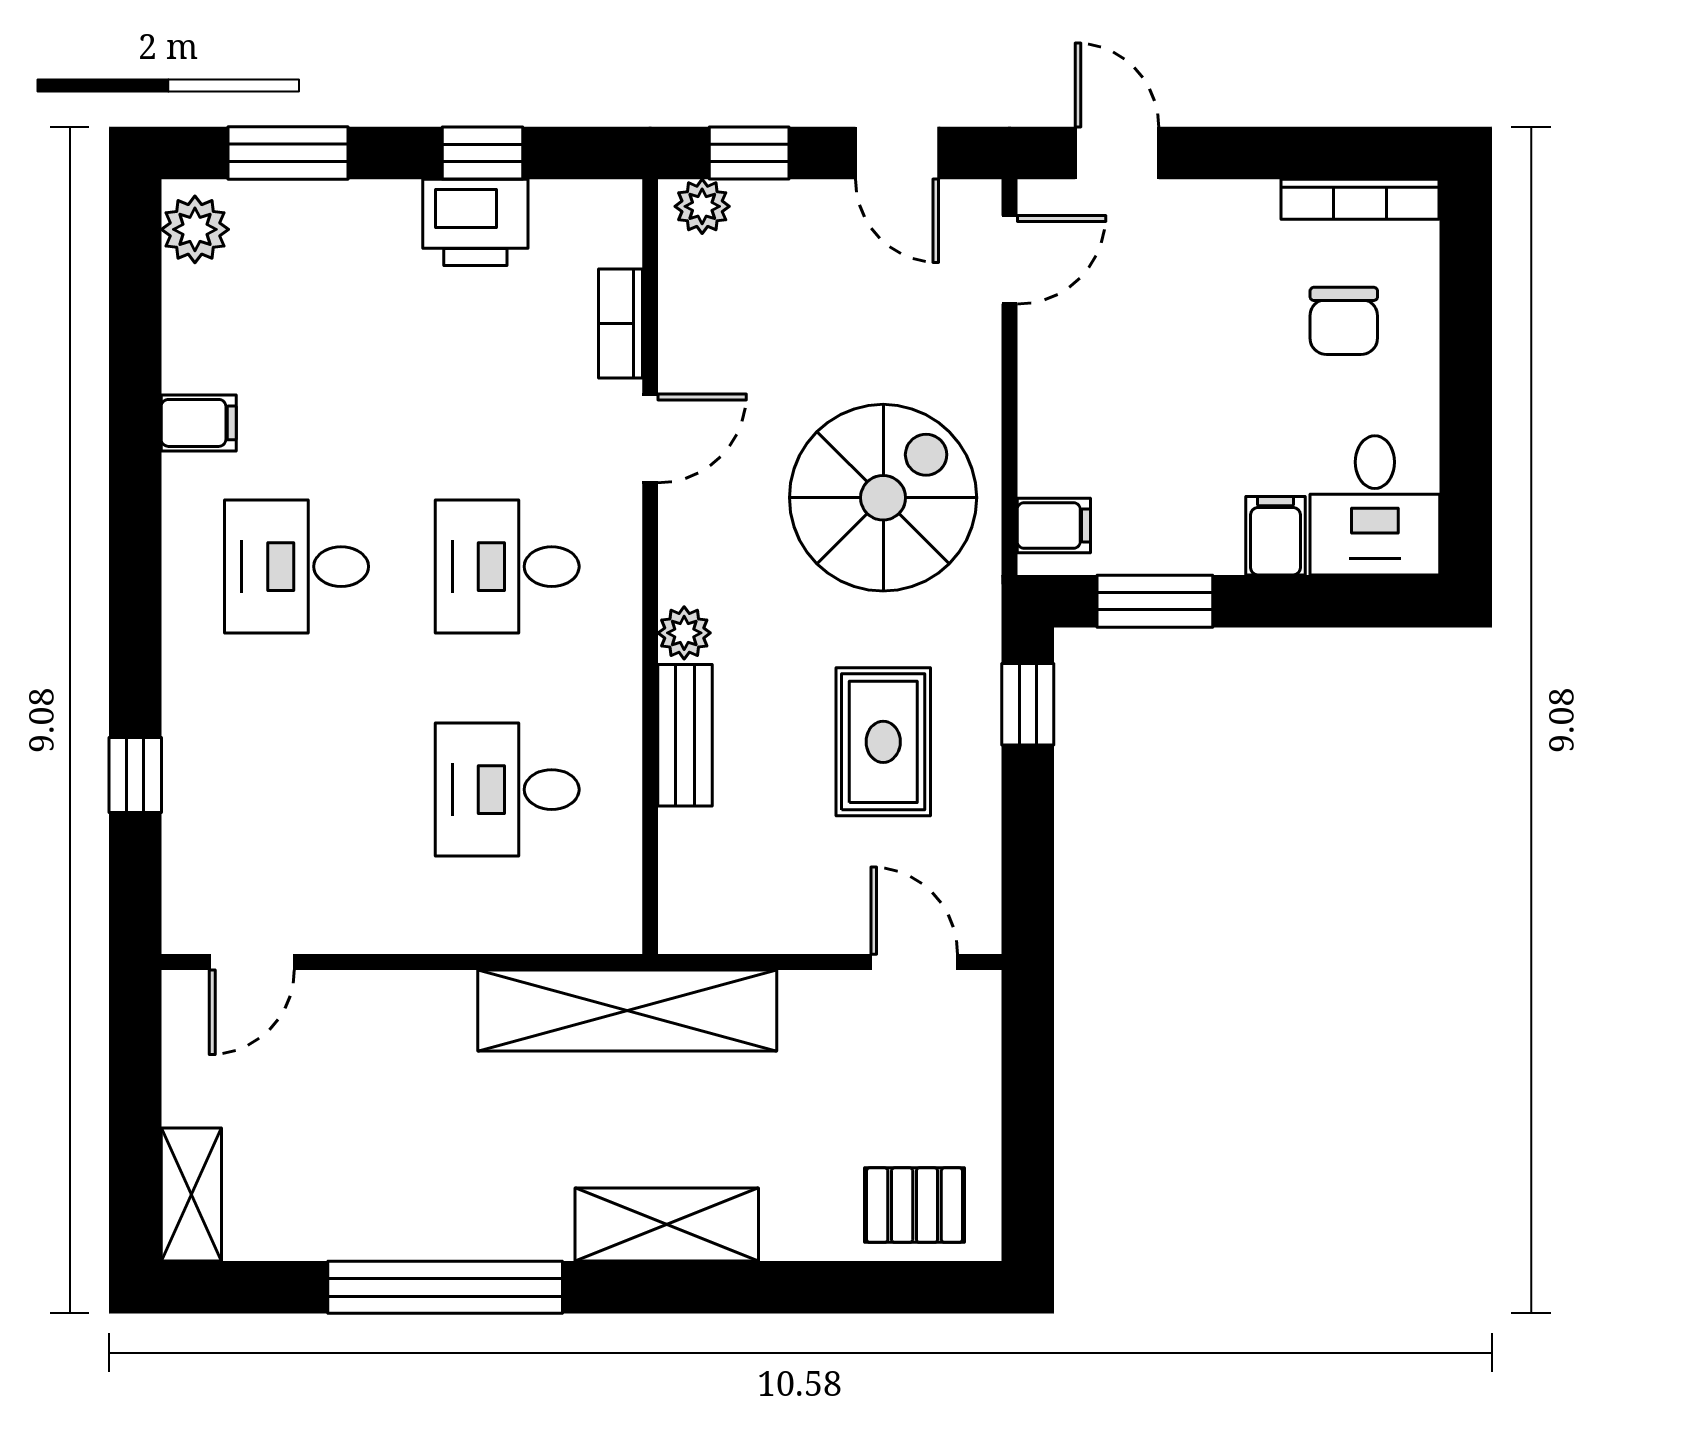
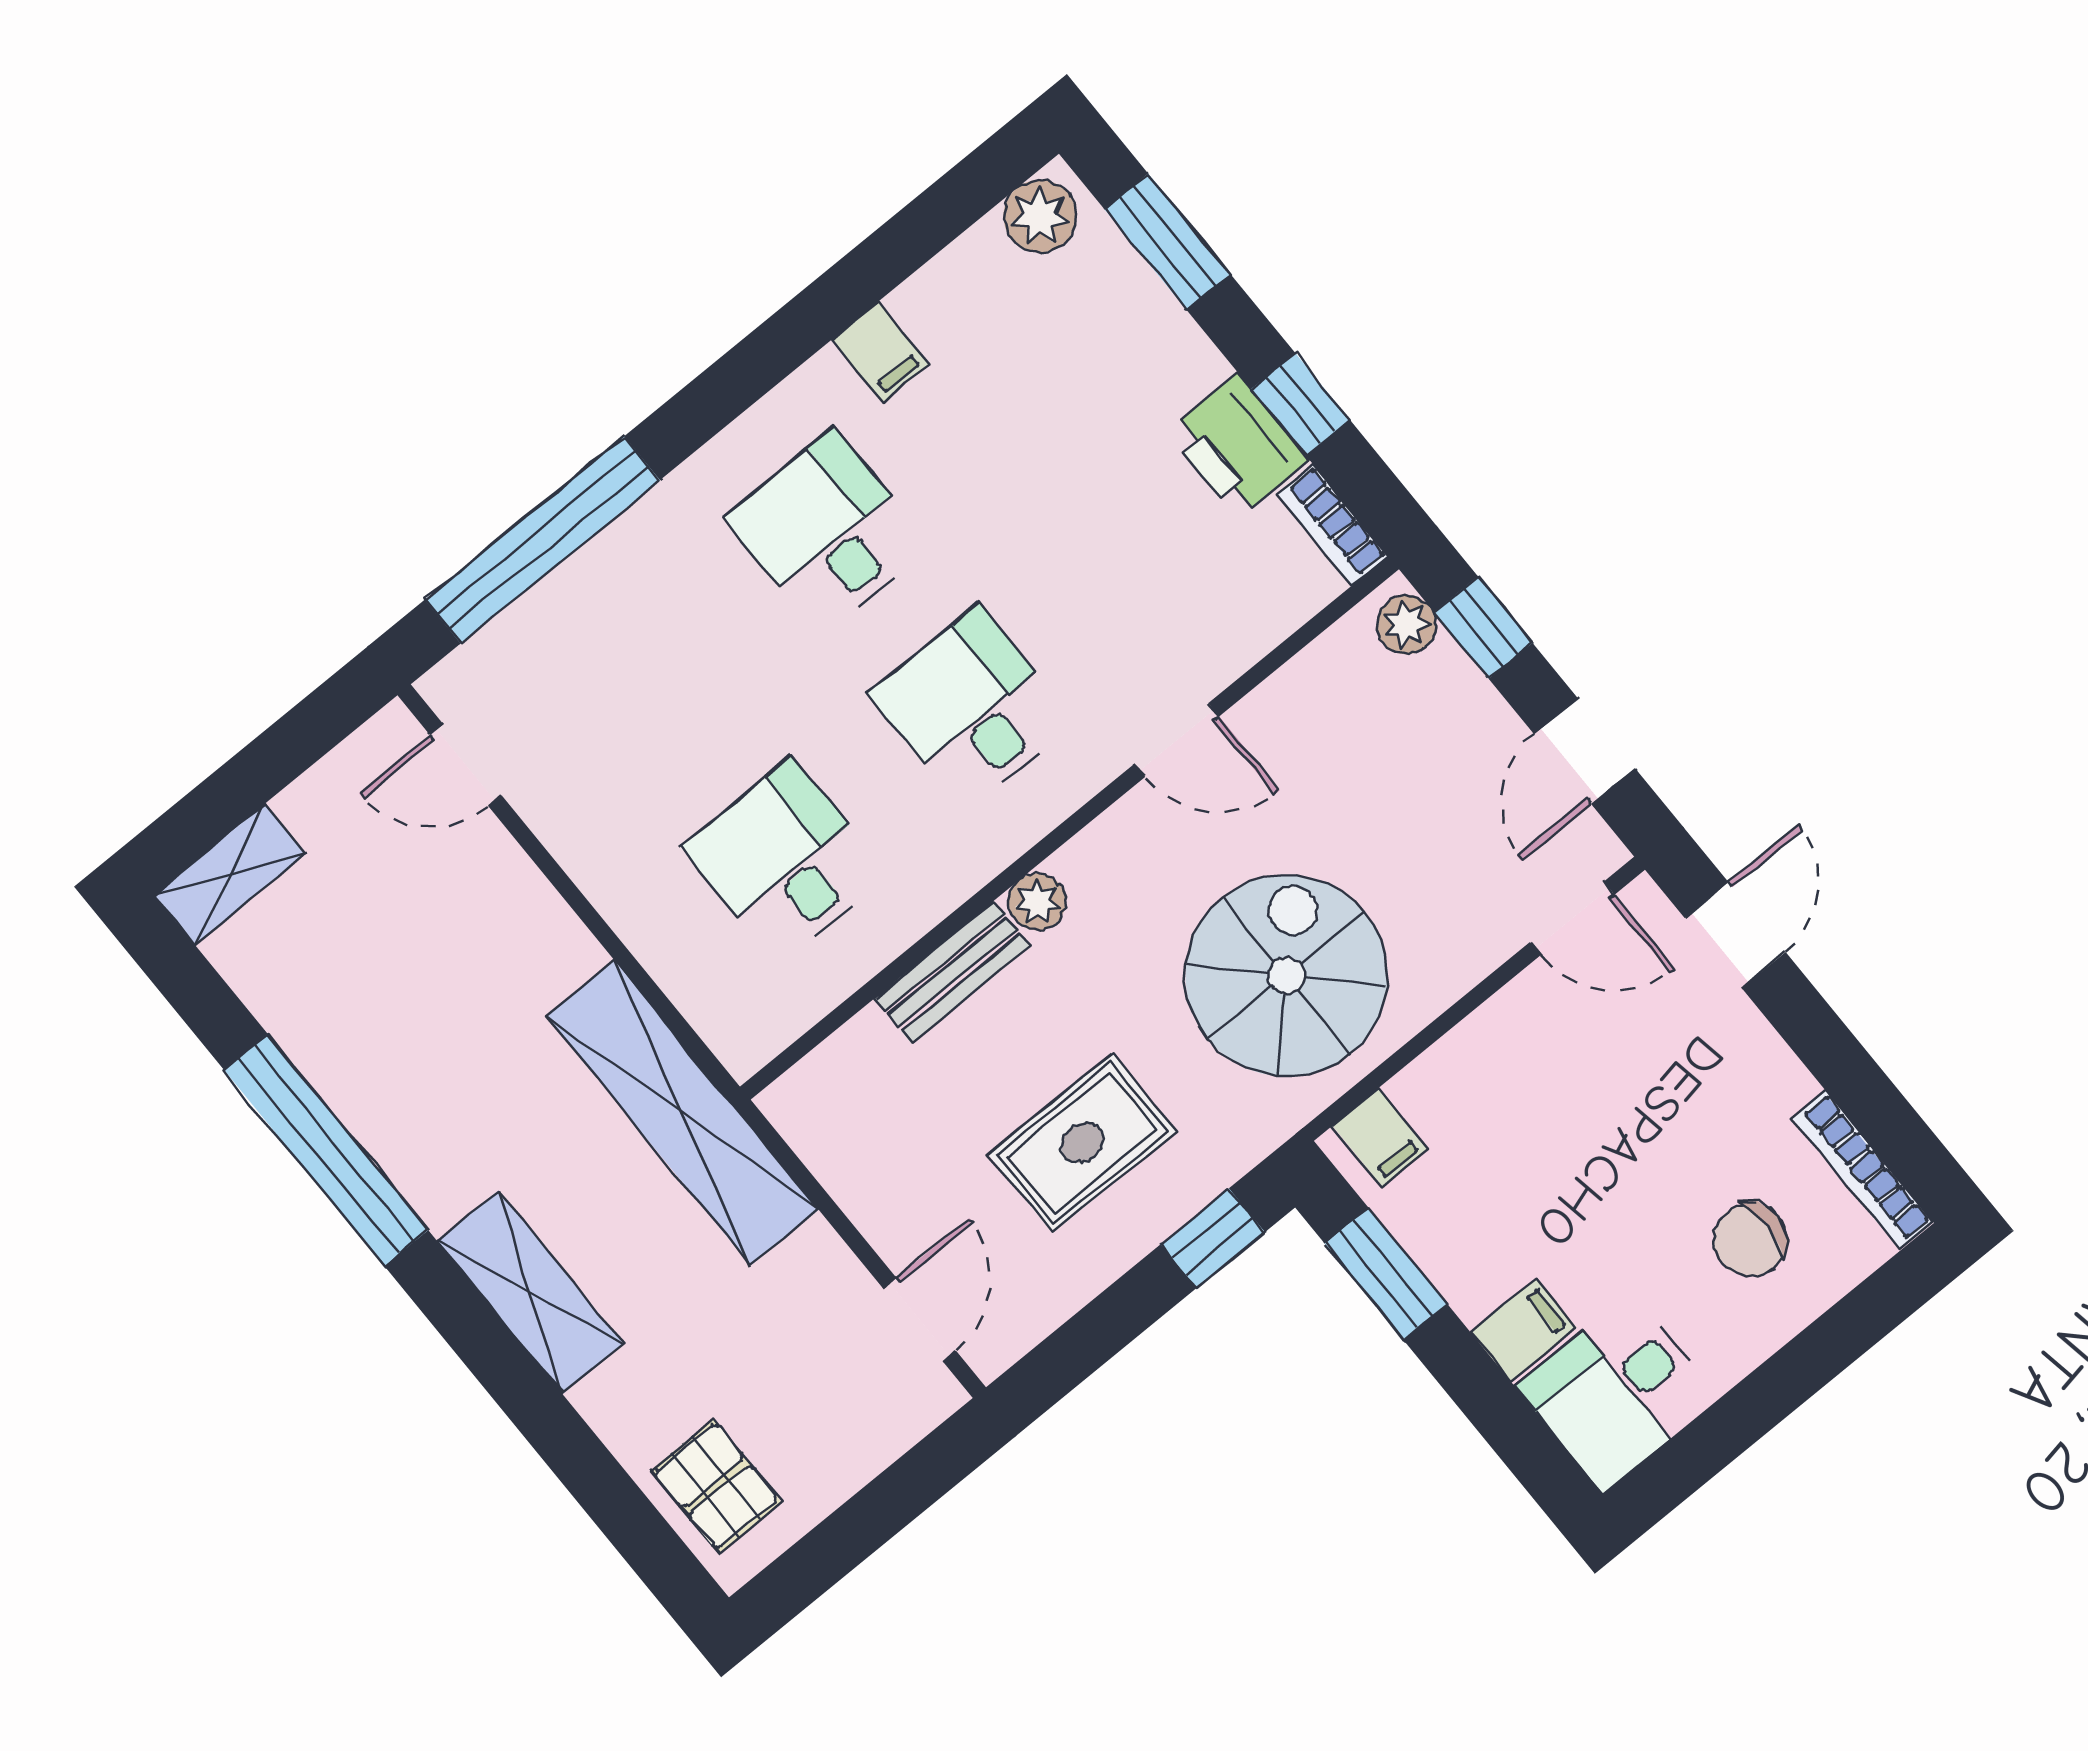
bookcase: (620, 323) -> (1333, 525), moved, turned -90
spiral stairs: (883, 498) -> (1286, 976), turned -90
window: (135, 775) -> (542, 540), width x3.17

